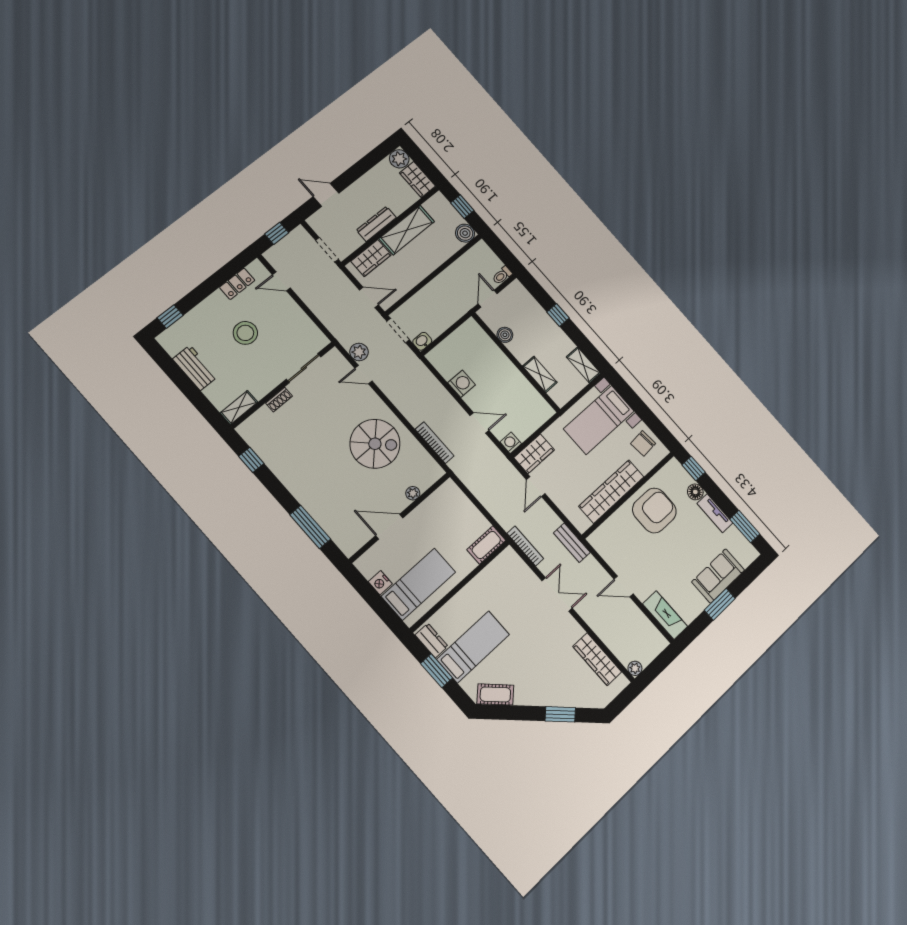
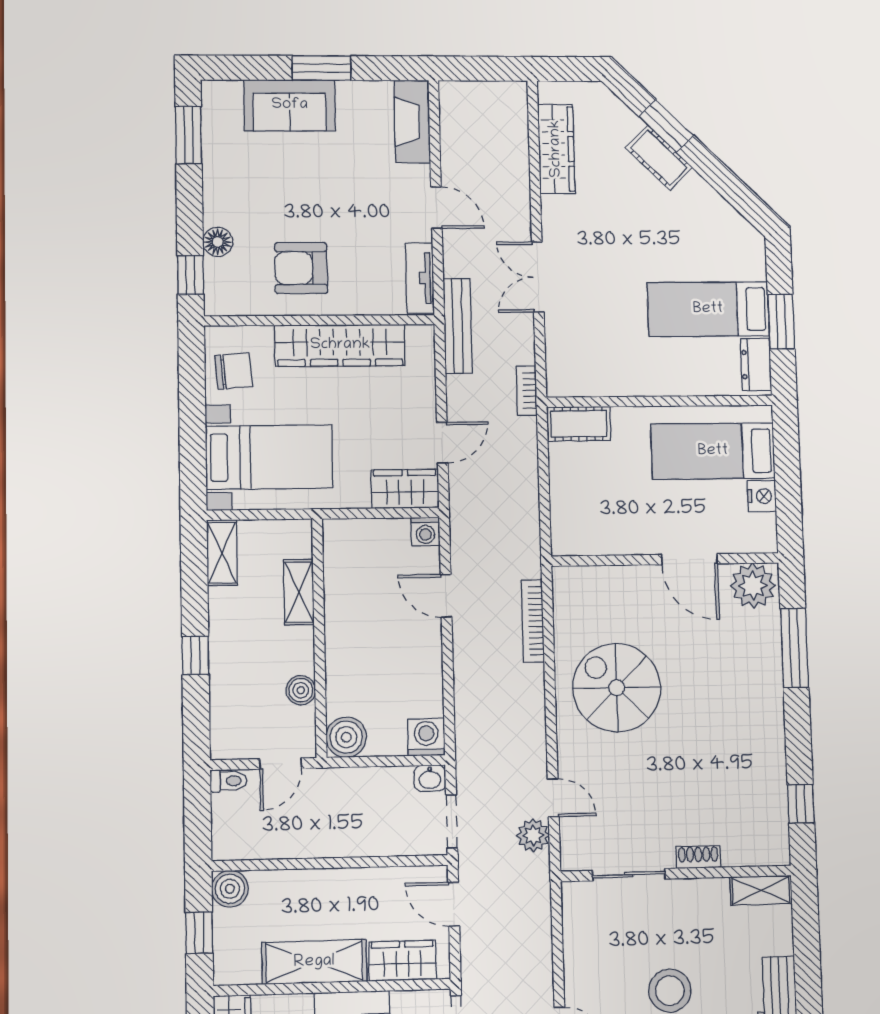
boiler: (471, 331) -> (346, 737), added
washing machine: (462, 384) -> (426, 737), moved, turned 90
plant: (413, 493) -> (753, 586), moved, width x1.87, depth x1.87
armchair: (654, 510) -> (301, 268), width x0.73, depth x0.73
tv unit: (715, 513) -> (420, 278), moved, turned 180
bench: (572, 543) -> (458, 326), width x1.36
bookcase: (525, 546) -> (527, 391), width x0.64
plant: (635, 668) -> (515, 93), removed
cot: (495, 694) -> (659, 158), moved

